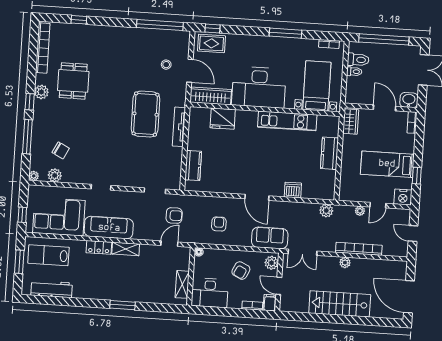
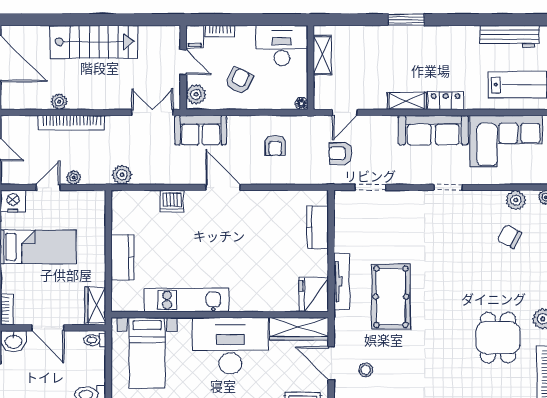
toilet: (354, 72) -> (95, 340), moved
fridge: (223, 119) -> (314, 295), moved, turned -90
plant: (345, 263) -> (59, 102), moved

